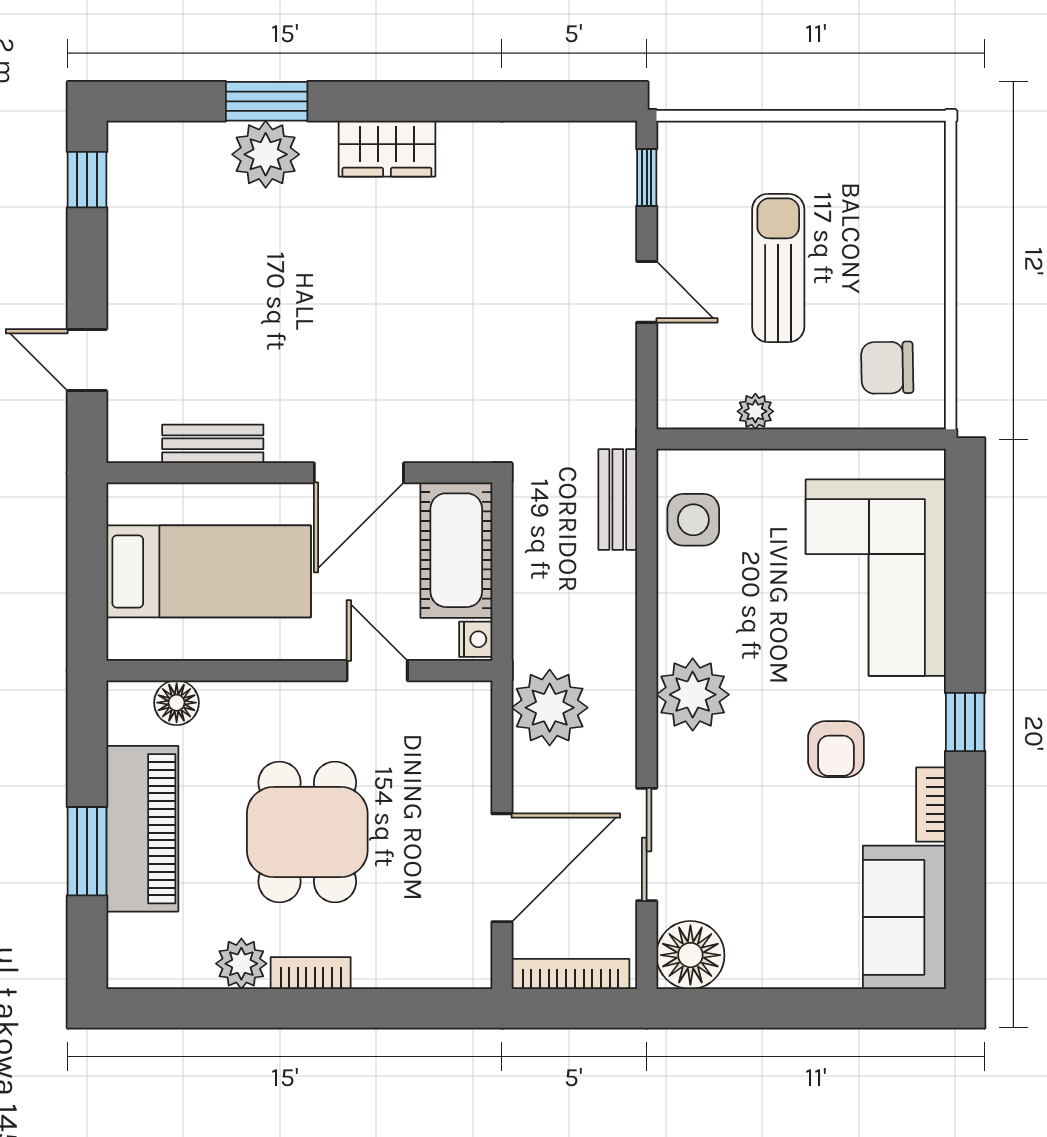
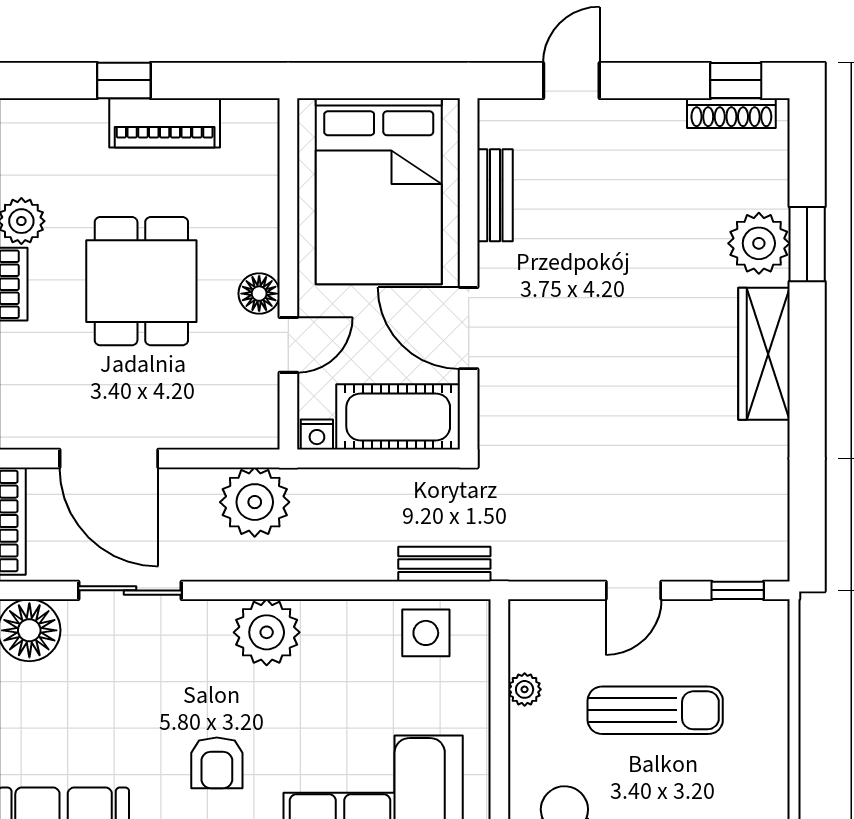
wardrobe: (387, 149) -> (764, 354), width x1.50
shoe rack: (123, 184) -> (731, 113), added
bed: (209, 571) -> (379, 191), width x1.50
floor lamp: (177, 703) -> (259, 294), moved
armchair: (836, 749) -> (217, 763), turned -90
piano: (142, 829) -> (165, 123), width x0.73, depth x0.75
dining table: (307, 832) -> (141, 281), turned 90
window: (87, 851) -> (124, 80), width x0.67

